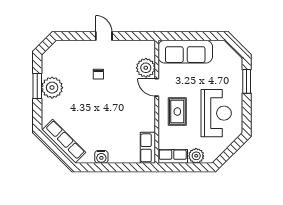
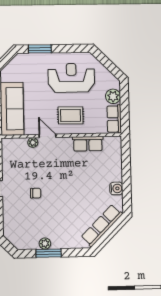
plant: (146, 68) -> (33, 142), width x0.53, depth x0.53
door: (157, 87) -> (47, 136), swing flipped
plant: (52, 88) -> (45, 244), width x0.53, depth x0.53
row of seats: (148, 148) -> (88, 144), moved

